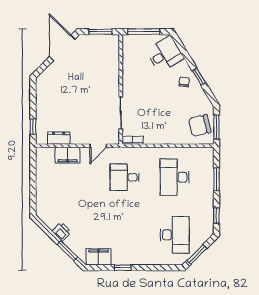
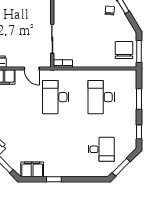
chair: (200, 125) -> (124, 50), turned 103
door: (98, 146) -> (32, 68), hinge flipped
desk: (125, 177) -> (56, 97), width x1.37
desk: (175, 235) -> (101, 149), width x0.73

